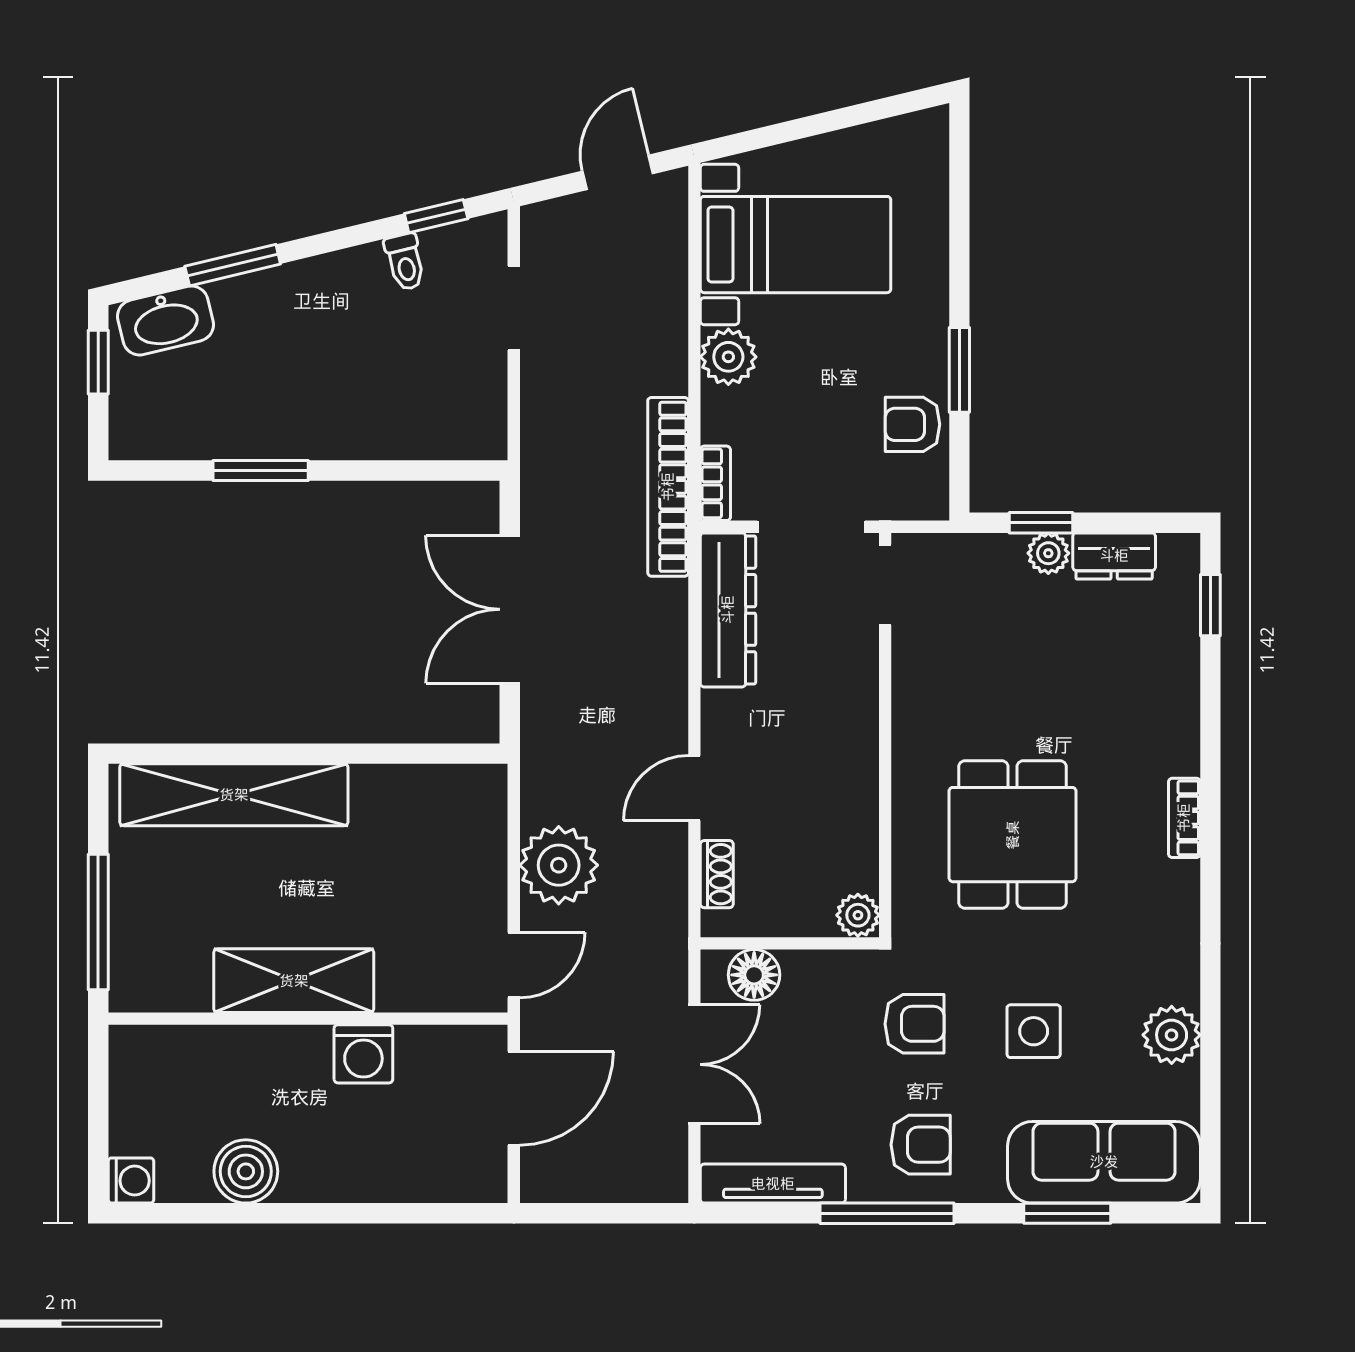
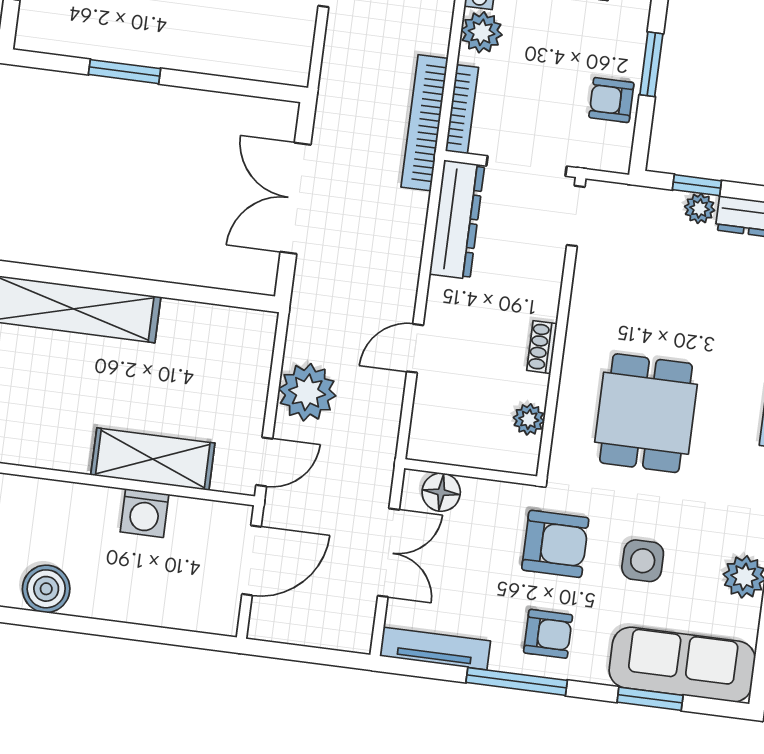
bookcase: (715, 483) -> (462, 109), width x1.56
shoe rack: (717, 874) -> (542, 347), moved, turned 180
plant: (858, 915) -> (529, 419), moved
shelving: (294, 981) -> (153, 459), moved
armchair: (915, 1024) -> (555, 544), width x1.38, depth x1.38

